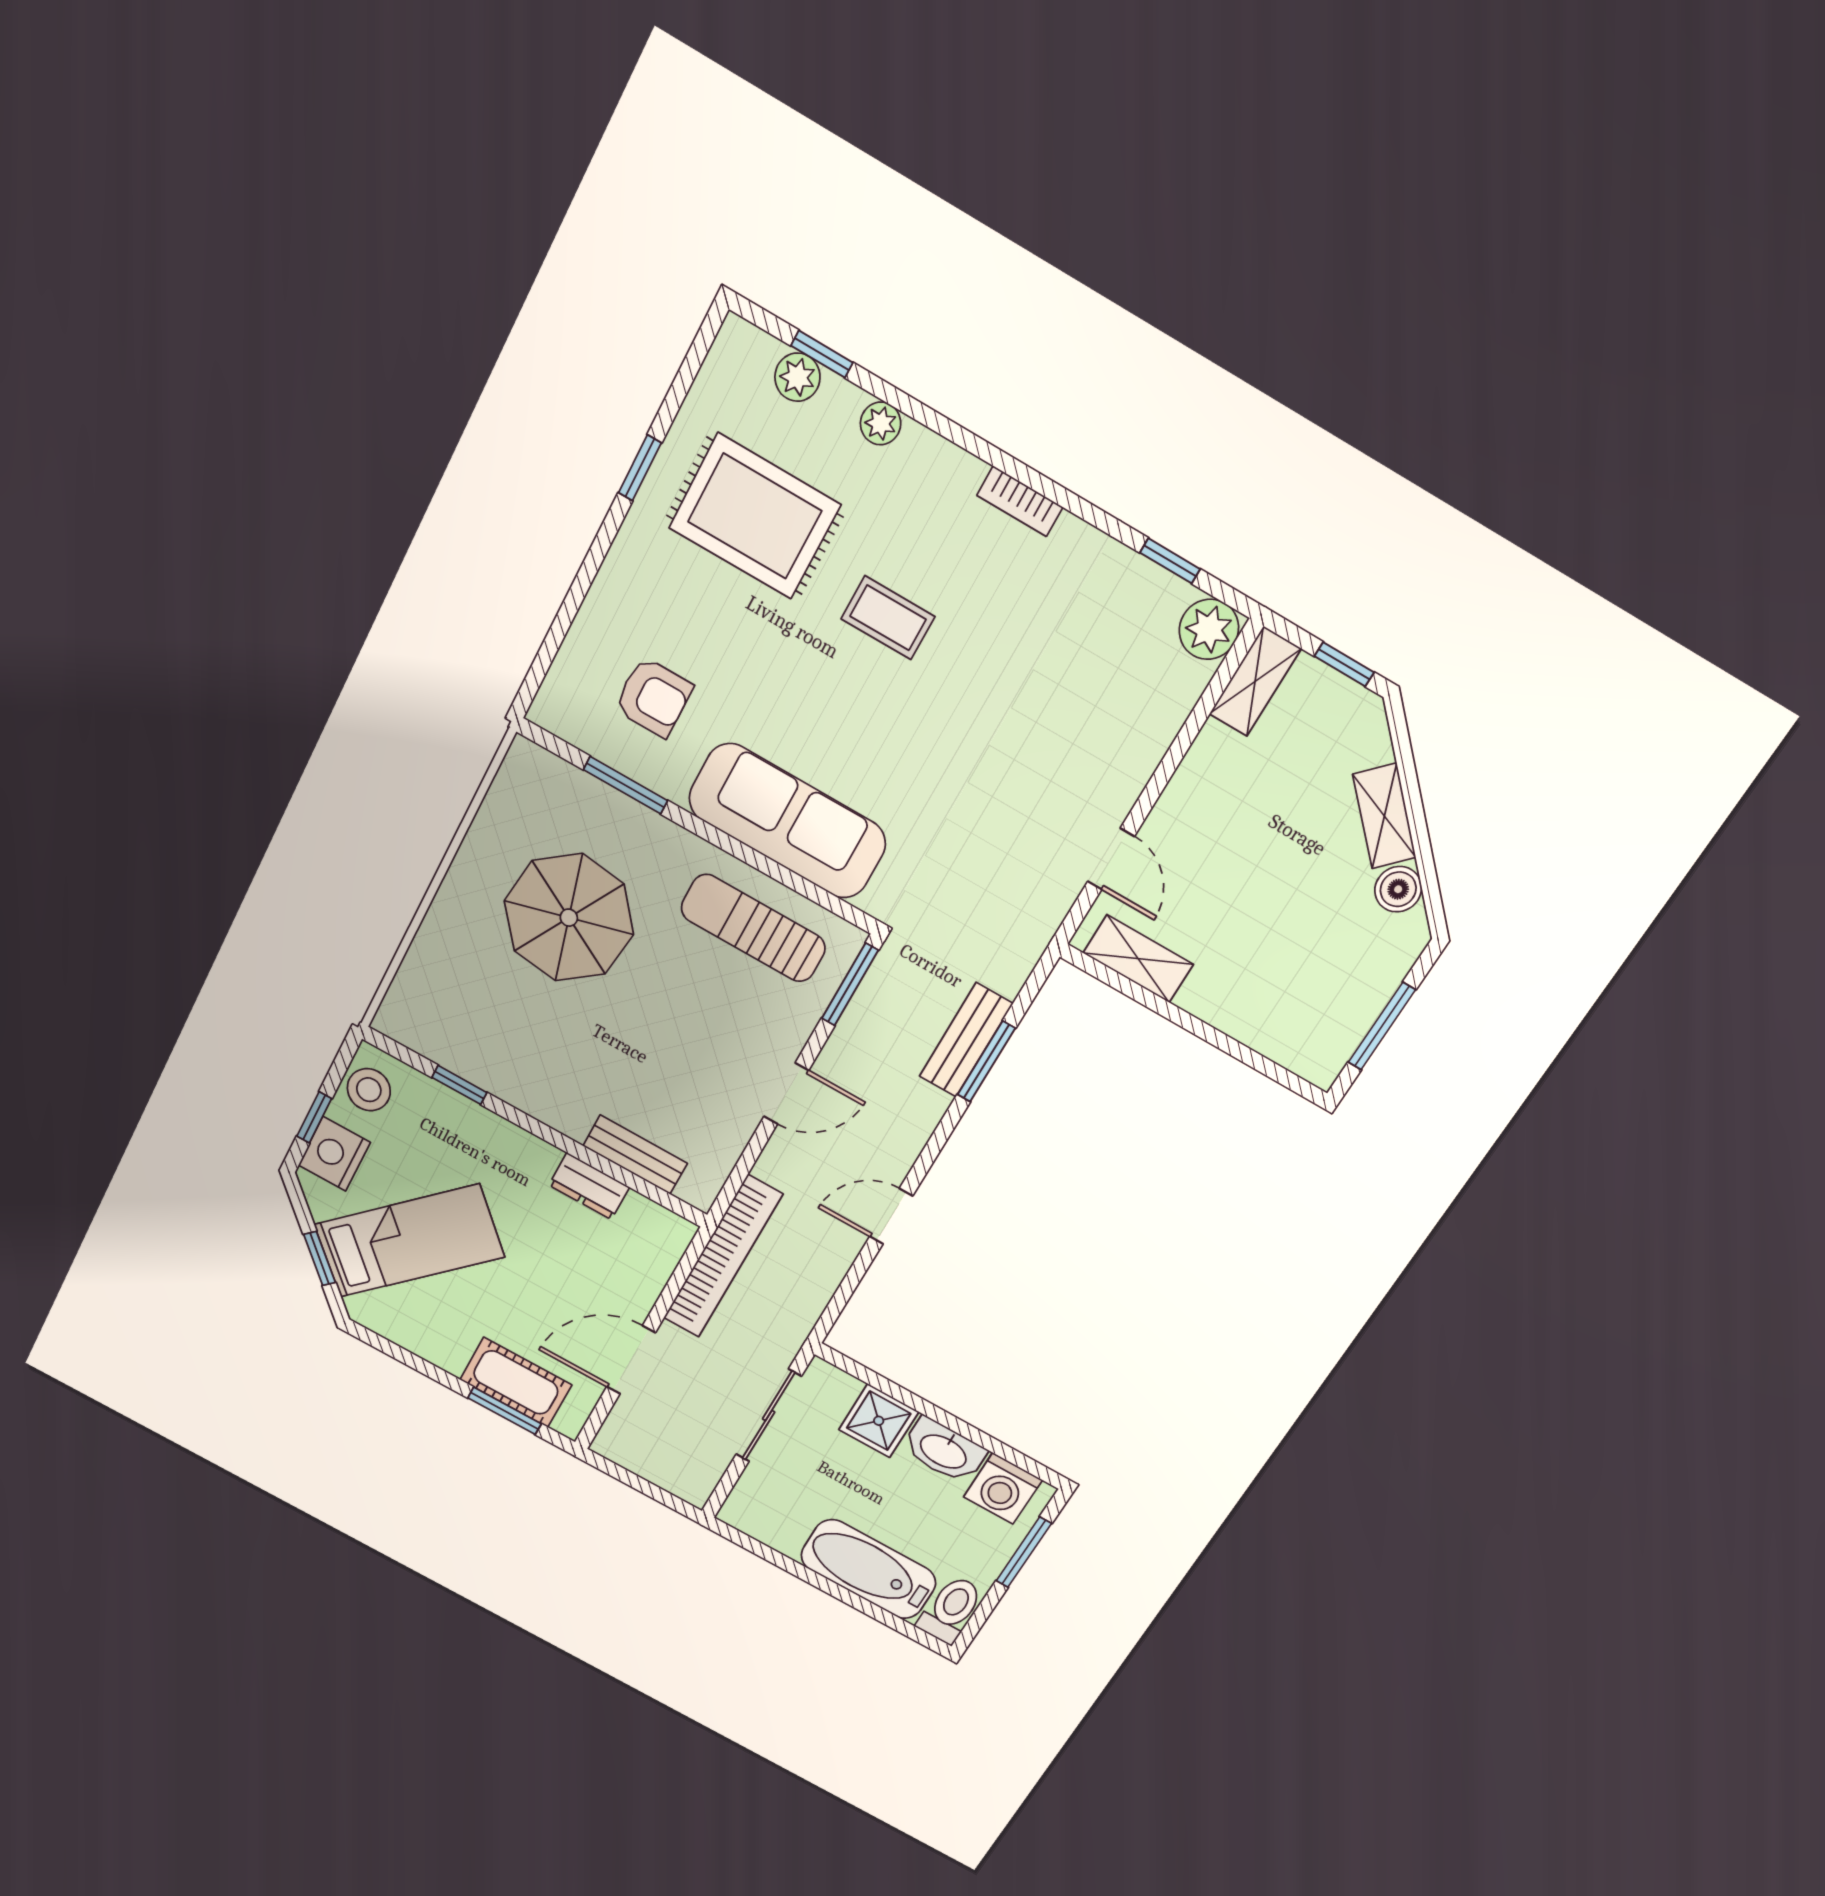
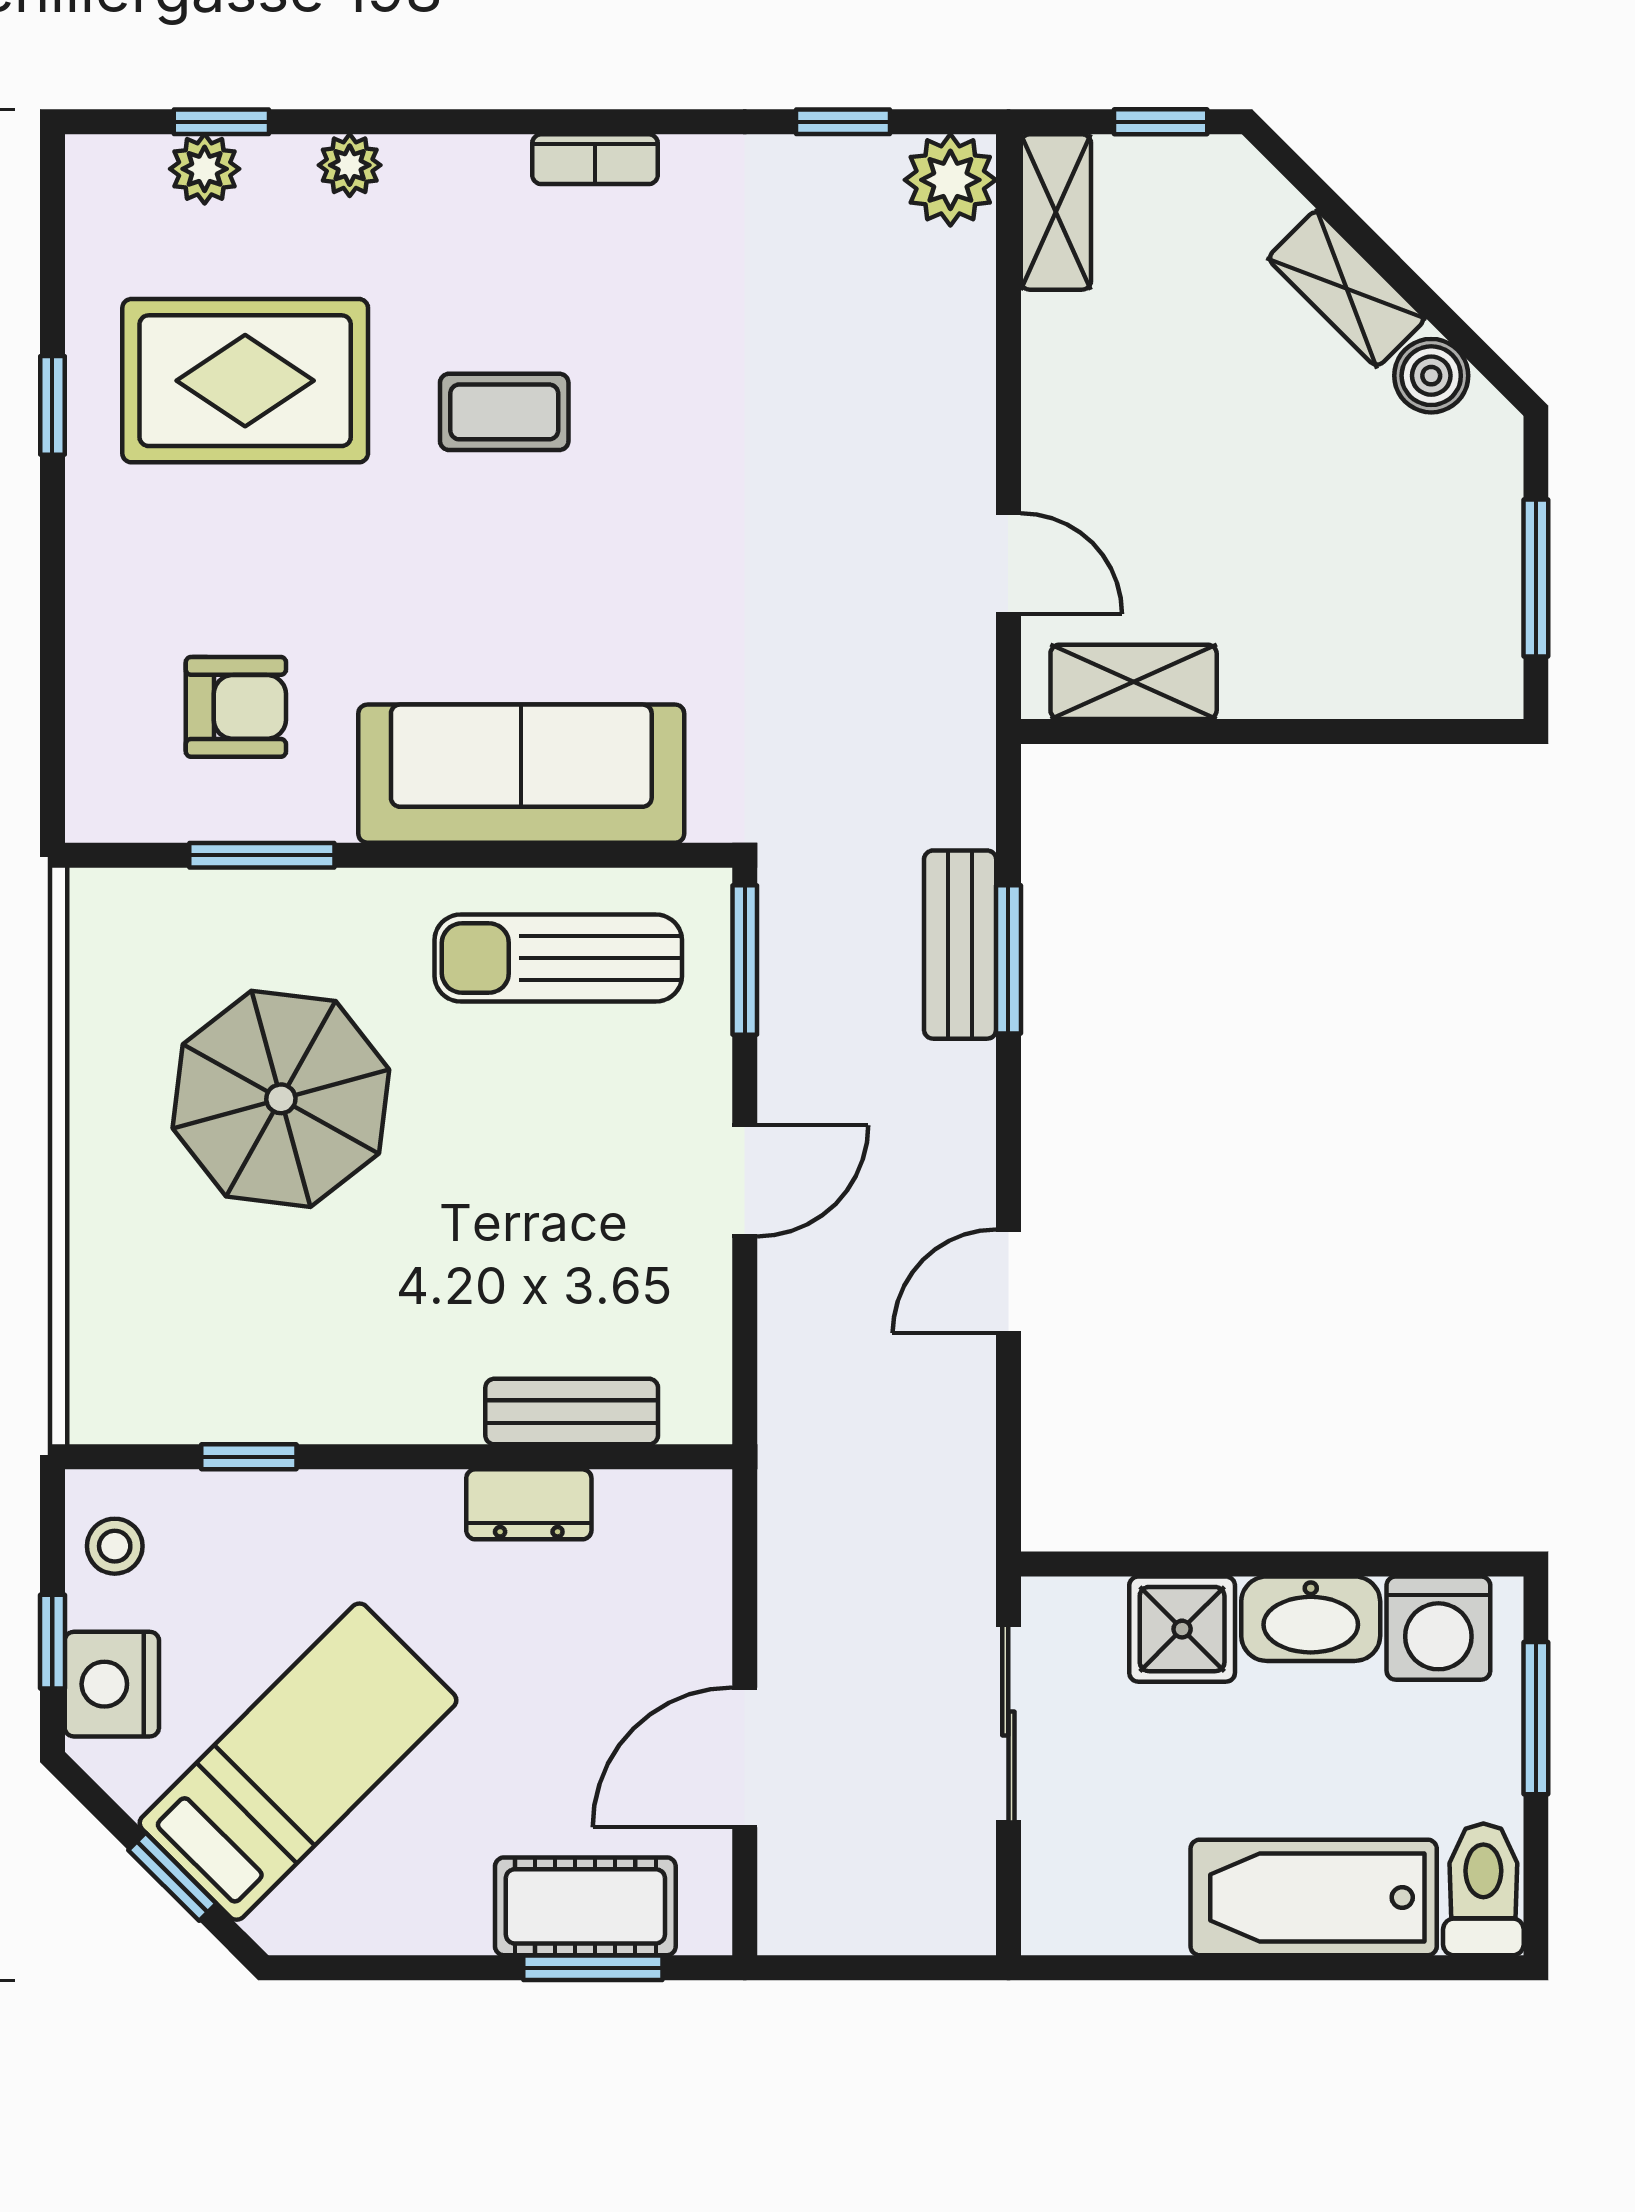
stool: (369, 1090) -> (115, 1546), width x0.73, depth x0.73
bookcase: (723, 1257) -> (793, 1498), removed

